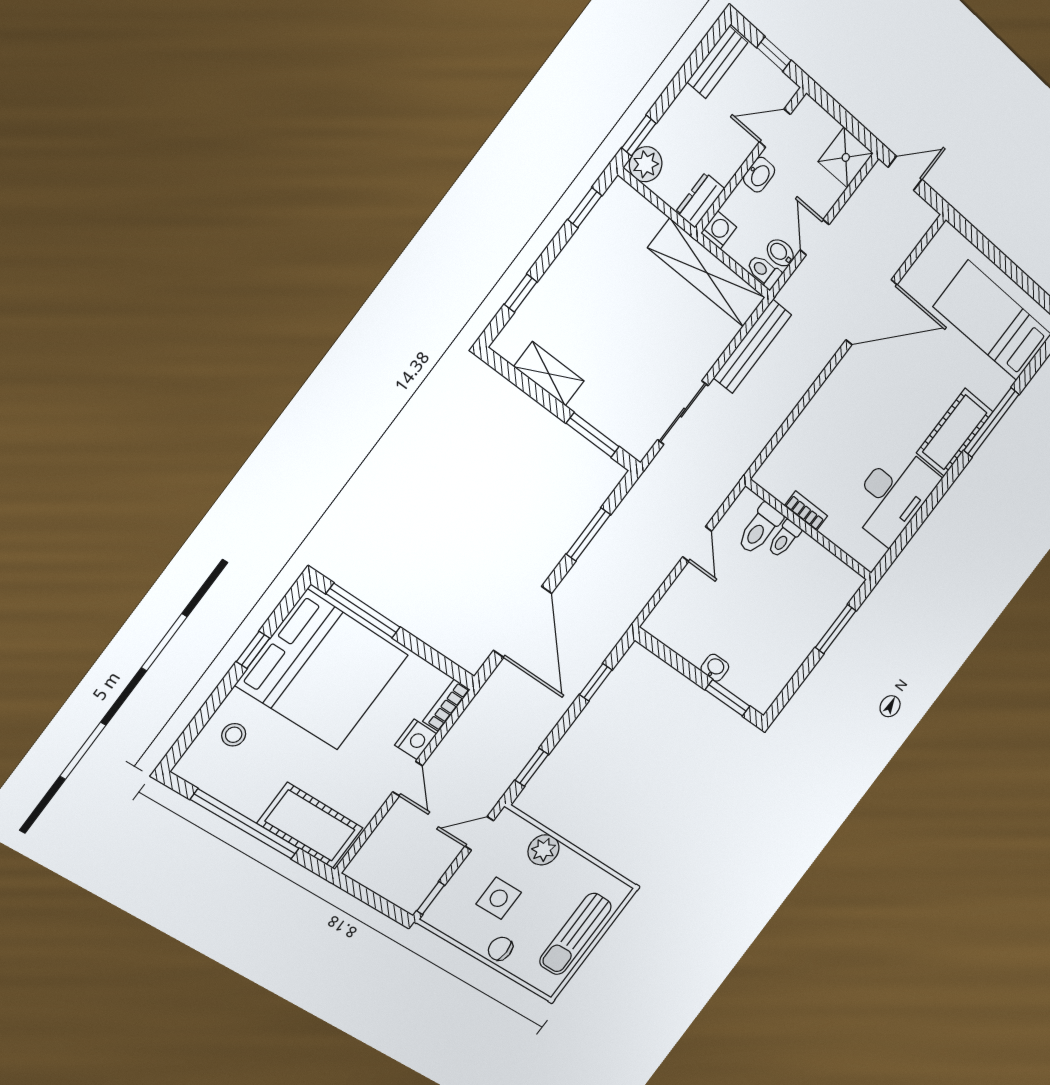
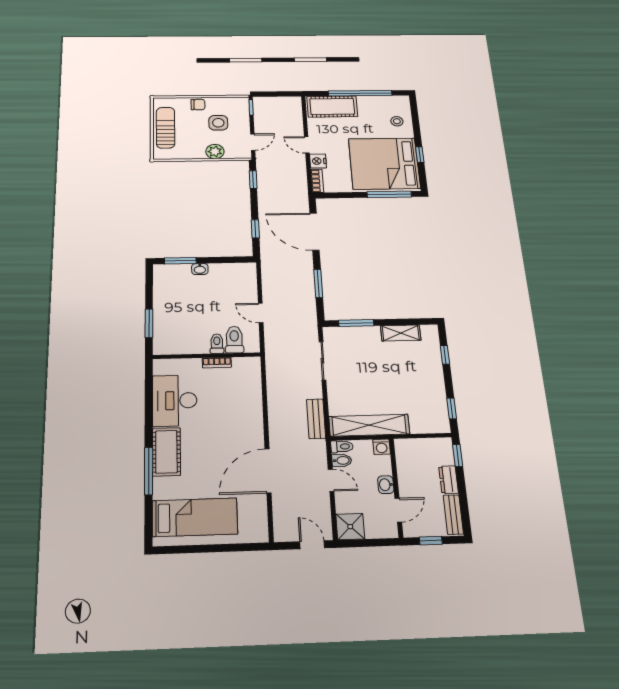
plant: (646, 164) -> (443, 447), removed
door: (905, 173) -> (312, 545), swing flipped
dresser: (700, 200) -> (449, 480), moved, turned 180
bench: (752, 346) -> (316, 419), width x0.73

